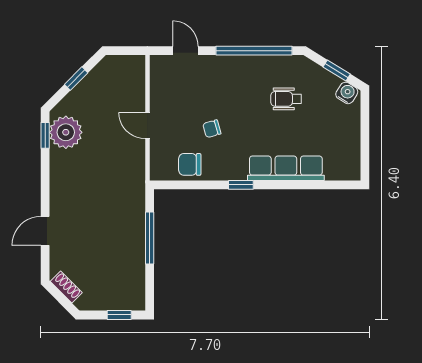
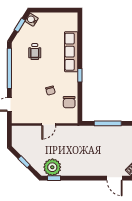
door: (45, 231) -> (114, 178), moved

